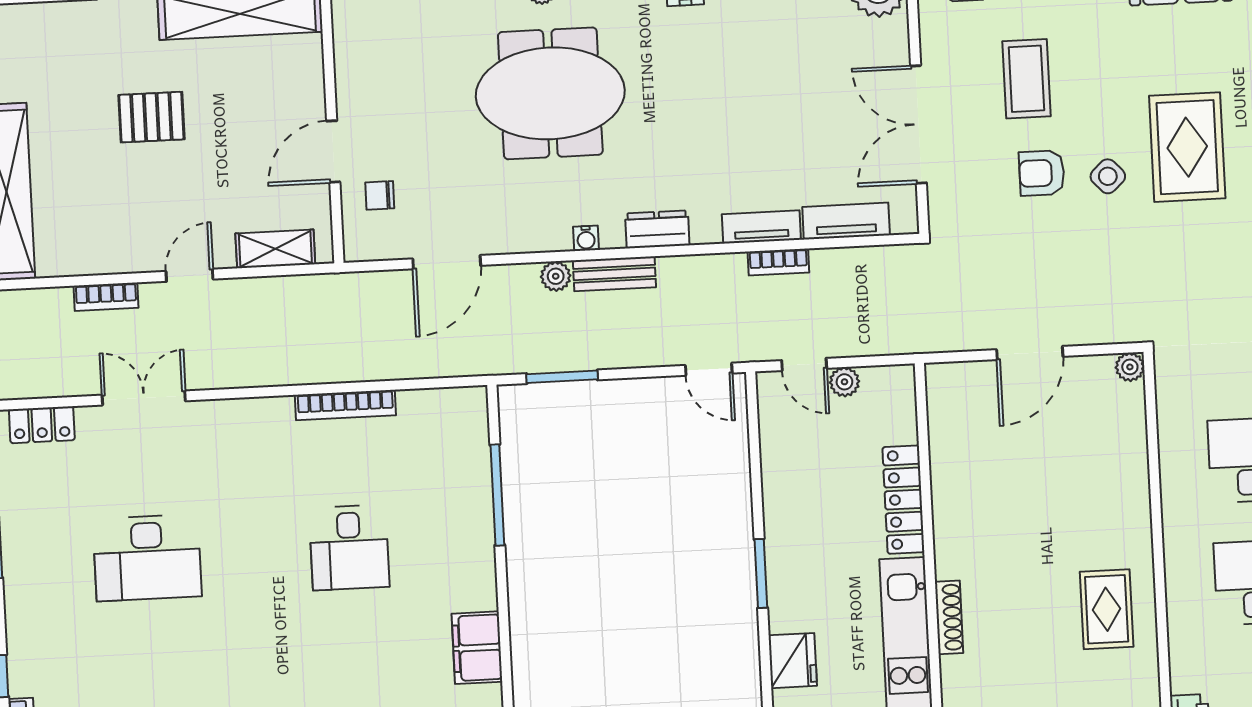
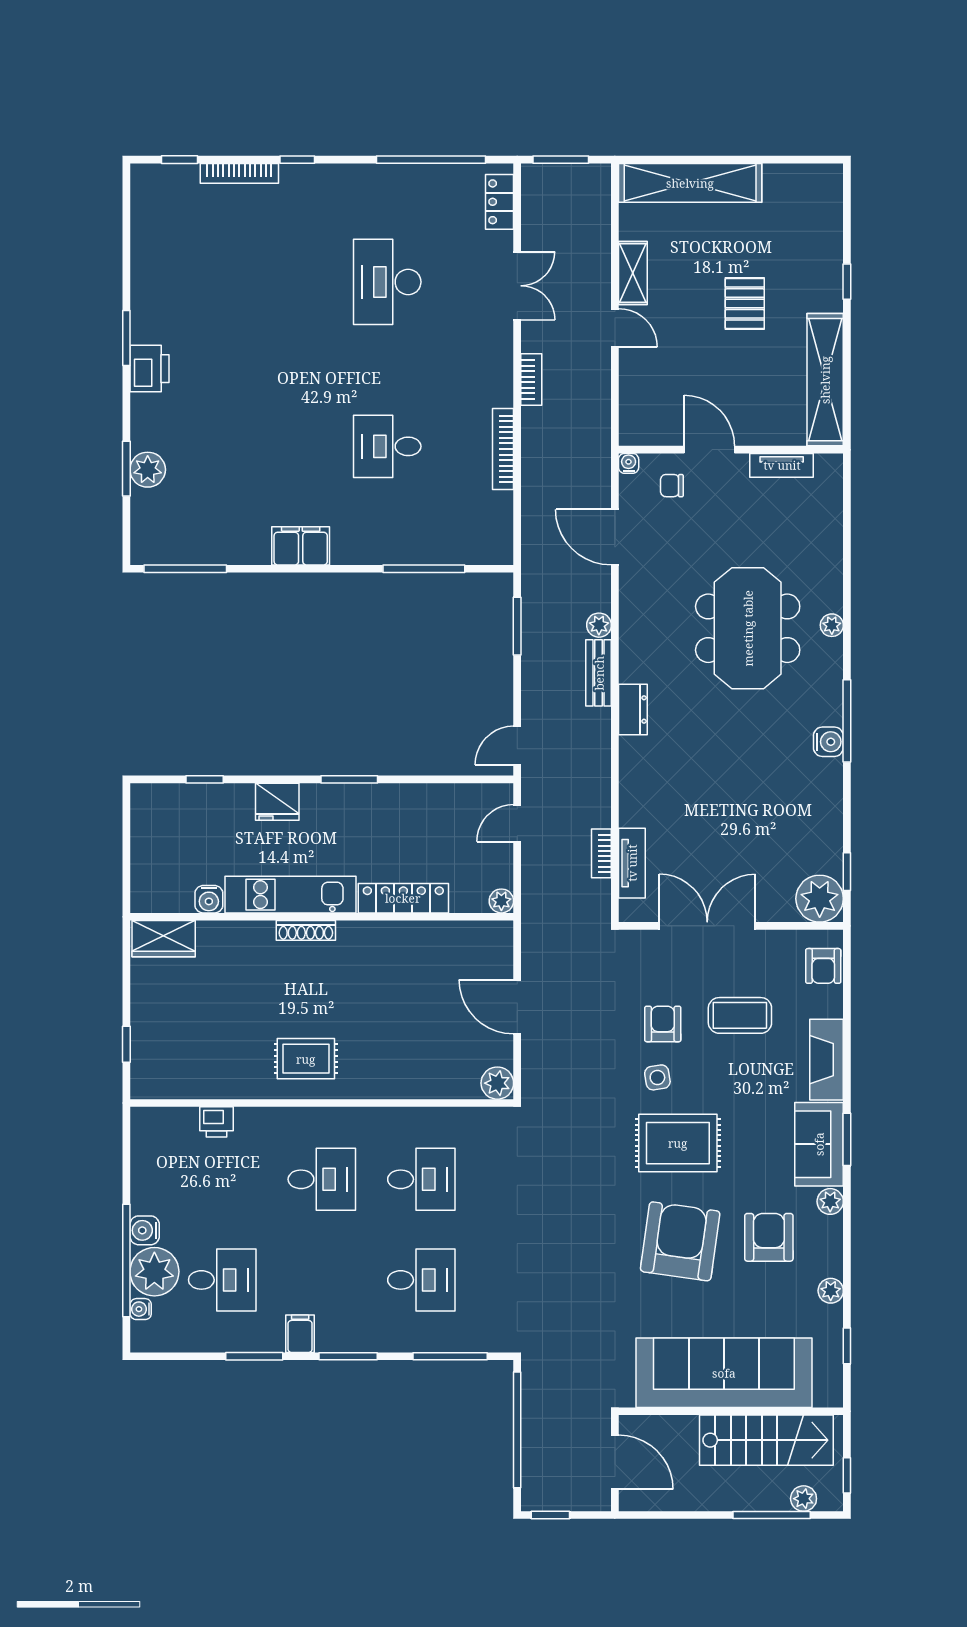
side table: (1108, 176) -> (657, 1077), turned 34
chair: (380, 195) -> (672, 486), turned -90
tv unit: (761, 227) -> (782, 465), moved, turned 90
water cooler: (586, 238) -> (629, 463), moved, turned 90
shelving: (275, 249) -> (633, 273), moved
bookcase: (778, 262) -> (601, 853), moved
bookcase: (106, 297) -> (531, 379), moved, turned 180
plant: (1130, 367) -> (497, 1083), width x1.38, depth x1.38
plant: (844, 382) -> (501, 901), moved

